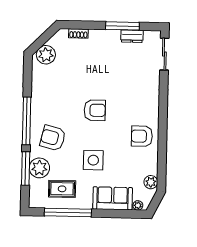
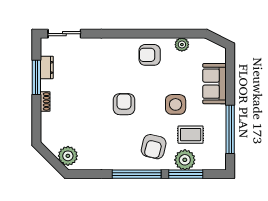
shoe rack: (78, 33) -> (45, 101), moved
armchair: (142, 136) -> (150, 55), turned 90
plant: (151, 182) -> (182, 45), moved
rug: (62, 189) -> (191, 135), moved, turned 90
plant: (138, 205) -> (221, 57), removed

